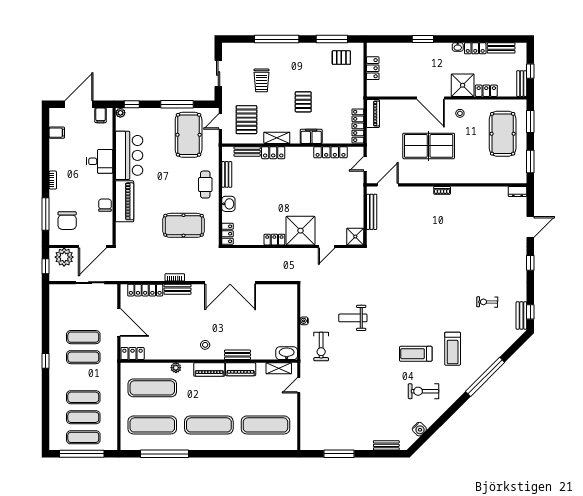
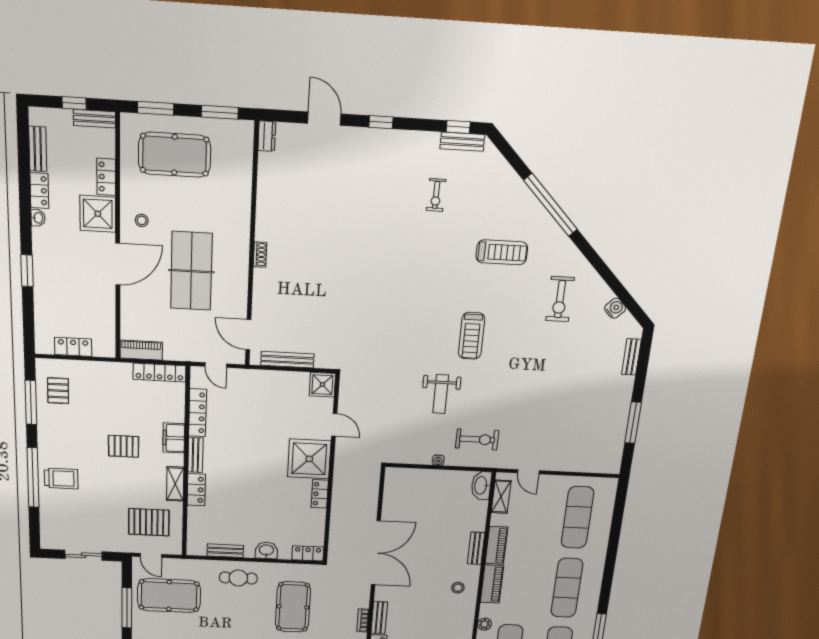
trolley: (261, 80) -> (61, 478), moved
bench: (247, 151) -> (195, 455), moved
treadmill: (416, 354) -> (472, 336), moved

